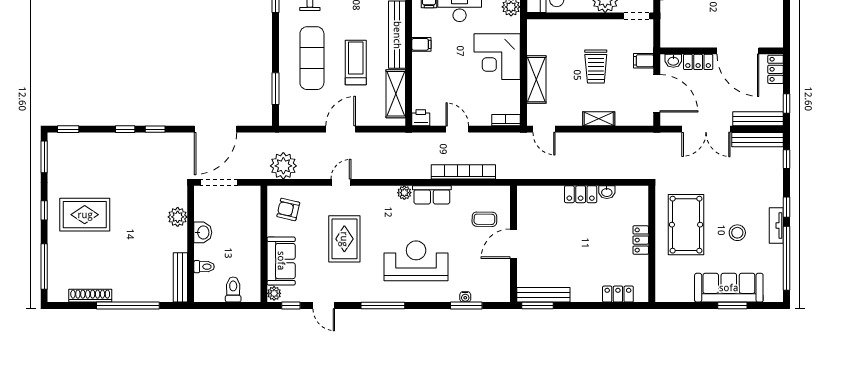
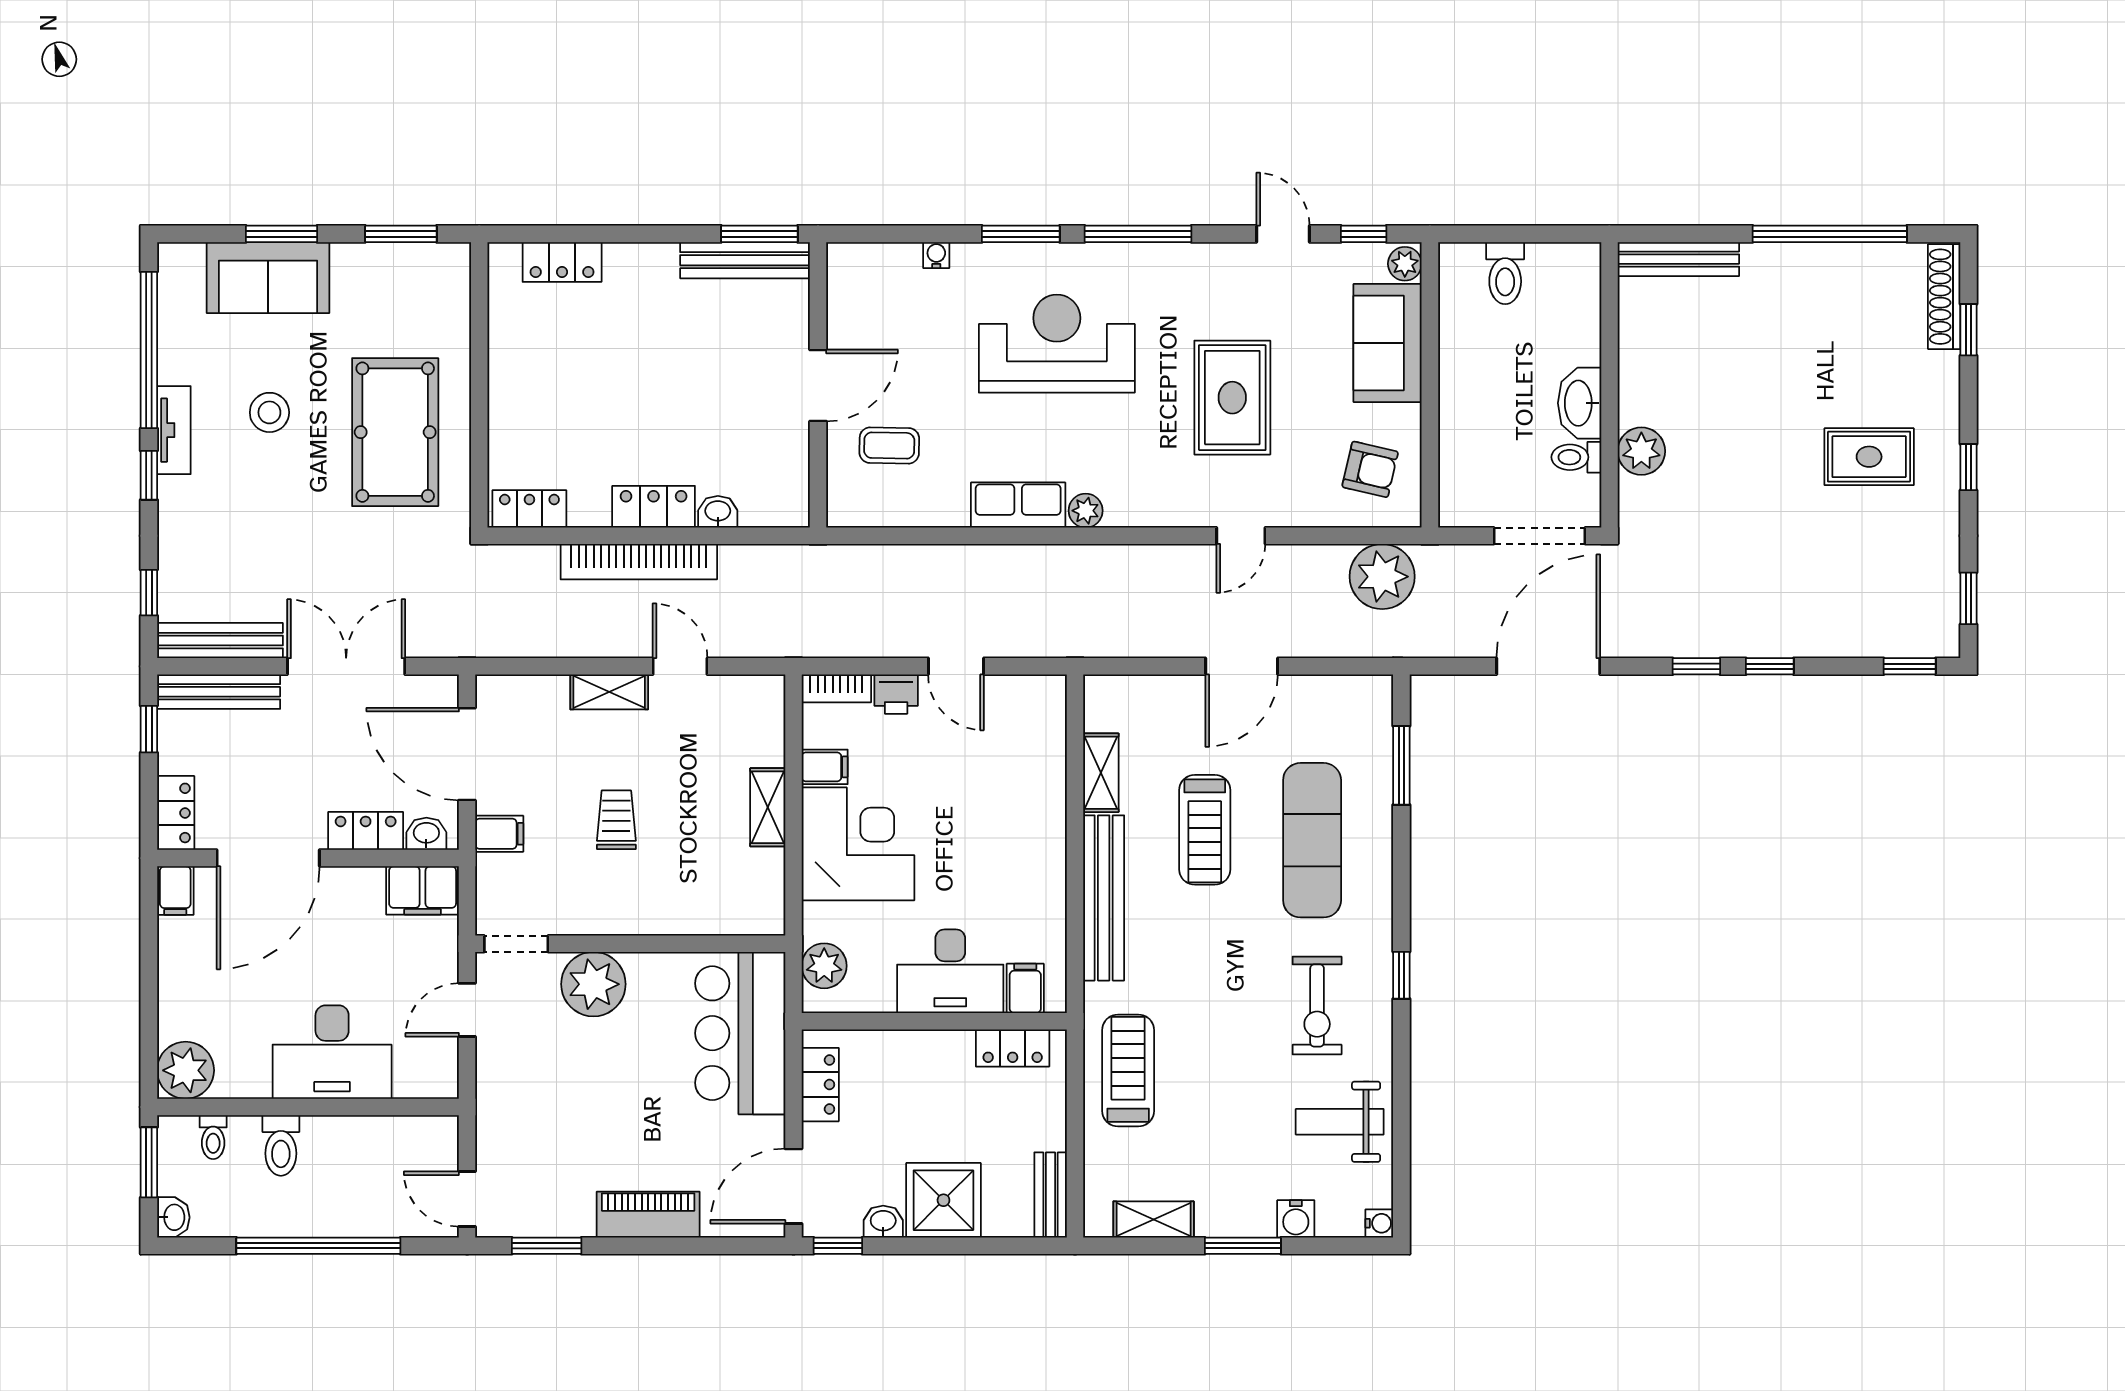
filing cabinet: (675, 38) -> (423, 890), added
filing cabinet: (776, 38) -> (175, 891), added
filing cabinet: (421, 44) -> (825, 767), moved, turned 180
door: (738, 51) -> (268, 858), swing flipped
trolley: (596, 66) -> (616, 820), width x0.73, depth x0.72
shelving: (536, 80) -> (768, 807), width x0.67, depth x0.75
shelving: (396, 94) -> (1101, 773), width x0.67, depth x0.75
printer: (421, 118) -> (896, 694), moved
door: (544, 129) -> (680, 666), moved
window: (44, 157) -> (1968, 598), width x0.67
bookcase: (463, 172) -> (639, 562), moved
washbasin: (607, 192) -> (718, 512), moved
rug: (85, 215) -> (1869, 457), width x0.73, depth x0.70
washbasin: (203, 232) -> (1580, 403), width x1.38
locker: (641, 240) -> (529, 509), moved, turned -90
reception desk: (416, 261) -> (1057, 344), turned 180
window: (44, 266) -> (1968, 330), width x0.46
toilet: (204, 267) -> (1576, 457), moved
bench: (180, 277) -> (1678, 259), moved, turned 90
sofa: (729, 288) -> (268, 278), width x0.73
shoe rack: (90, 296) -> (1944, 297), moved, turned 90
window: (128, 306) -> (1830, 234), moved
window: (466, 306) -> (1021, 234), moved
window: (684, 306) -> (401, 234), added

